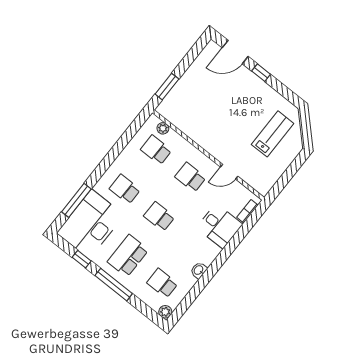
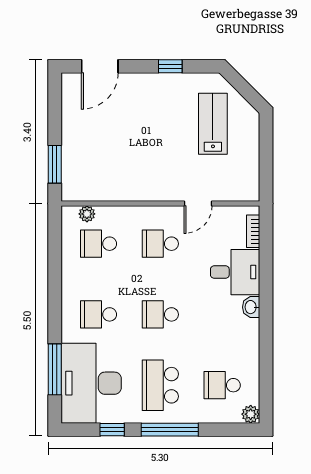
window: (261, 73) -> (170, 66), moved
washbasin: (199, 270) -> (251, 307), moved

